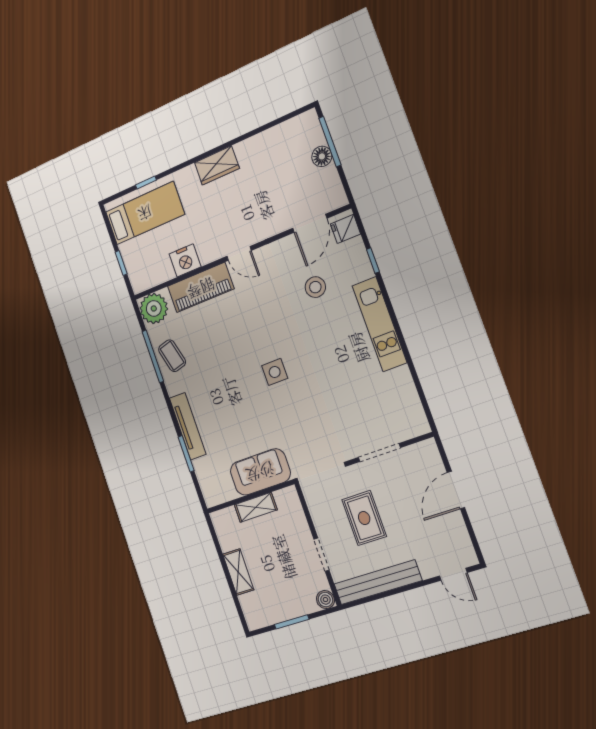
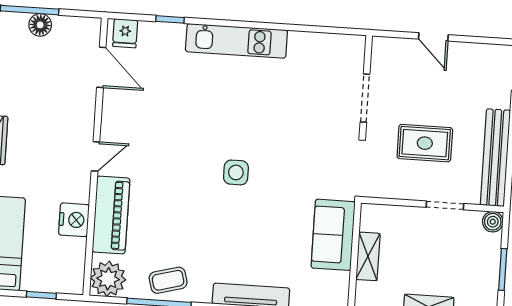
stool: (315, 287) -> (169, 90), removed
door: (456, 490) -> (433, 37), width x0.73

